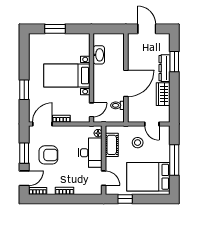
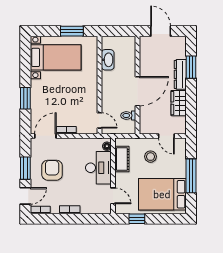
window: (55, 29) -> (72, 31), moved
bed with nightstands: (67, 76) -> (56, 57), moved, turned 180
door: (91, 110) -> (100, 120), hinge flipped
armchair: (48, 155) -> (52, 170), turned -90

